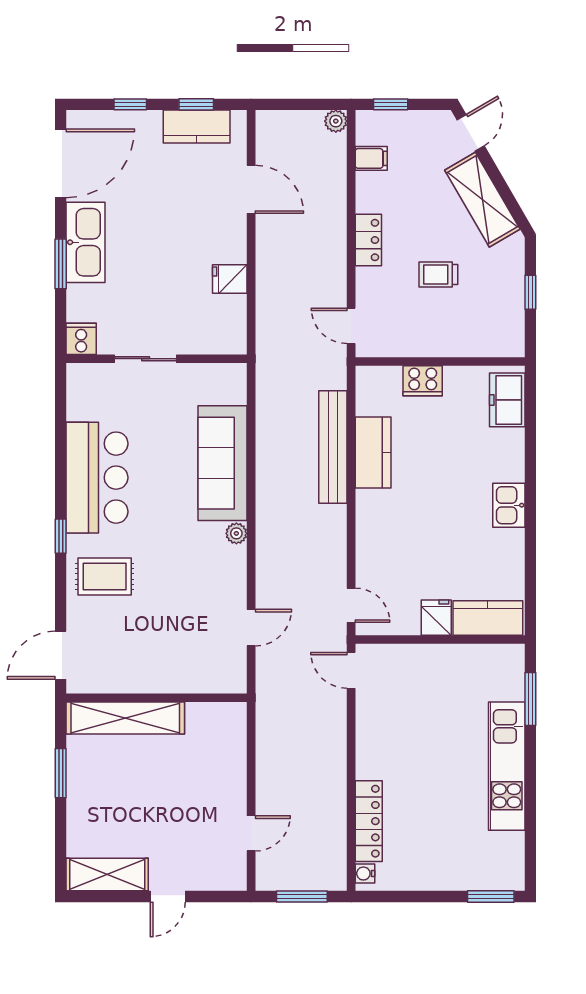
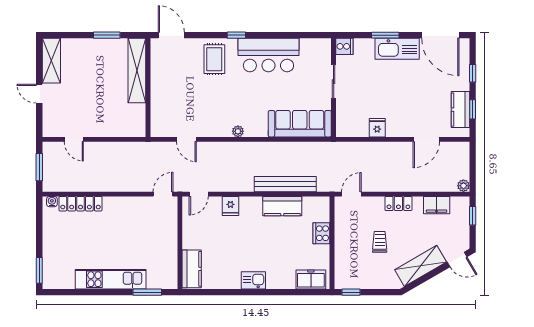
filing cabinet: (371, 158) -> (437, 205), width x2.00
window: (530, 292) -> (351, 292), moved
sofa: (222, 463) -> (300, 124), moved
fridge: (436, 618) -> (230, 206), moved, turned 90

